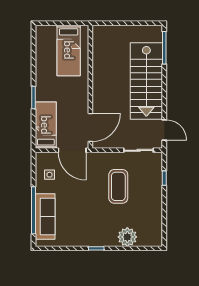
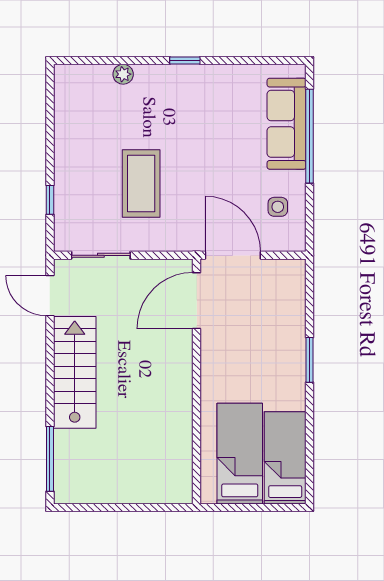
stairs: (146, 81) -> (75, 372), width x0.73, depth x0.66
bed: (46, 125) -> (285, 458), moved, turned 180
plant: (127, 237) -> (123, 74), width x0.53, depth x0.53

